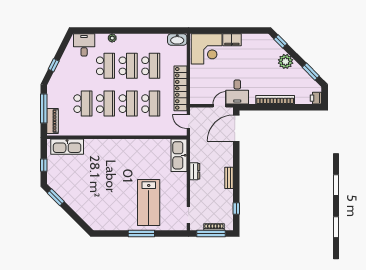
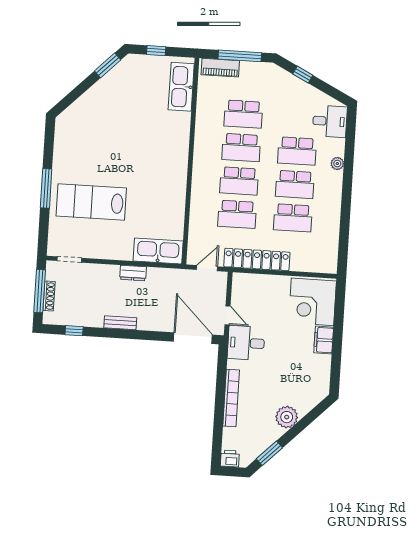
washbasin: (177, 40) -> (329, 259), removed
window: (280, 41) -> (317, 411), removed

